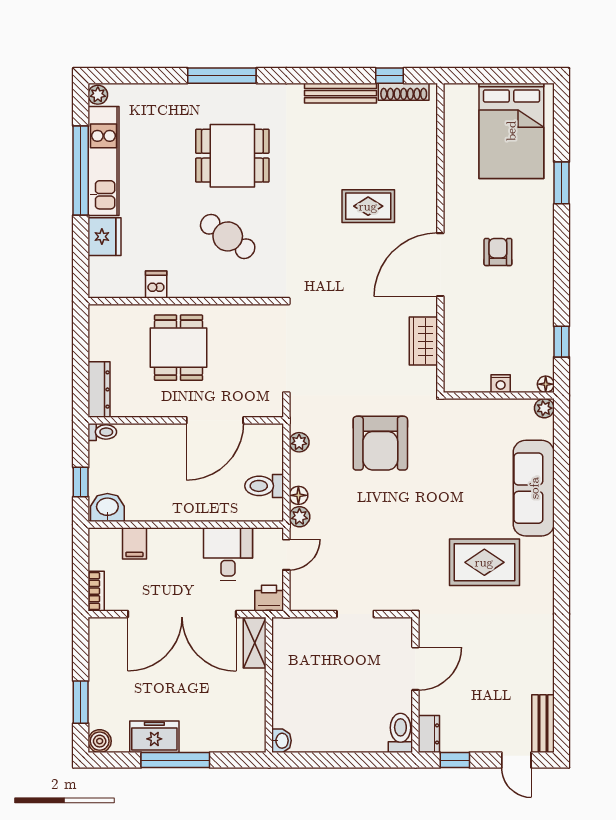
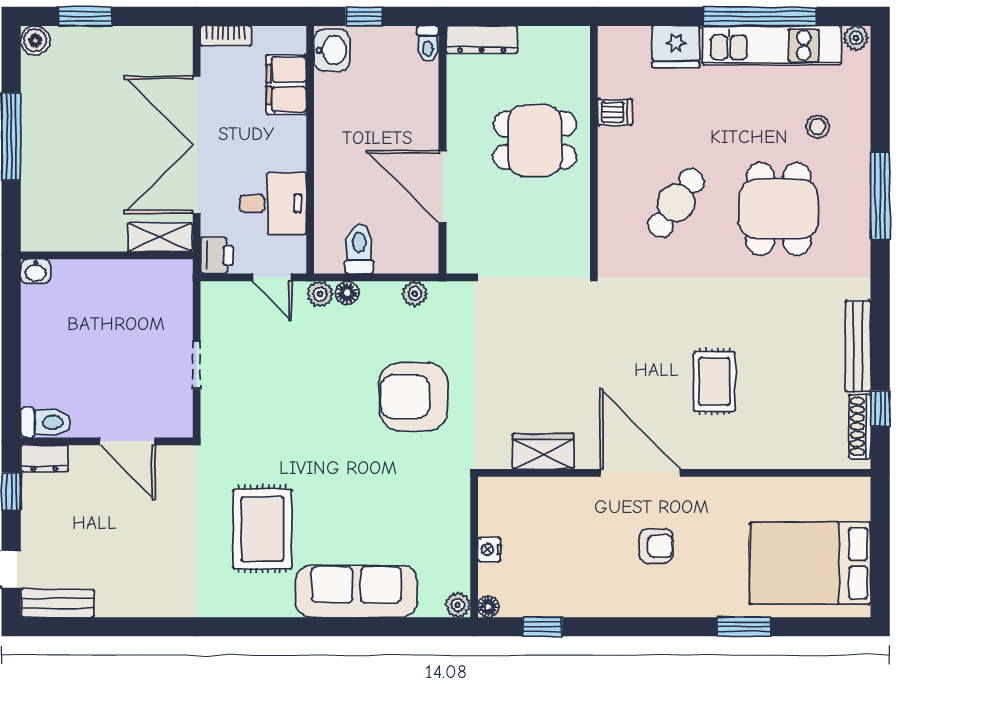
stool: (167, 125) -> (818, 126), added
filing cabinet: (134, 543) -> (286, 85), width x2.00
freezer: (154, 737) -> (41, 110), removed

